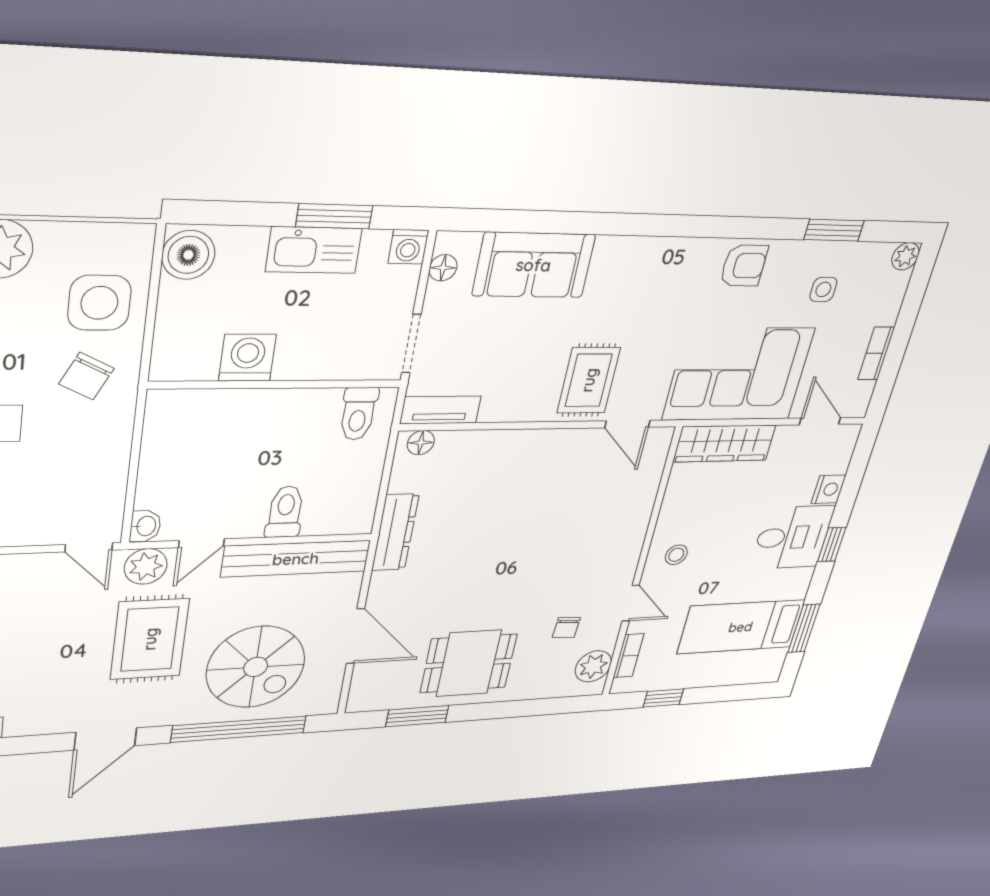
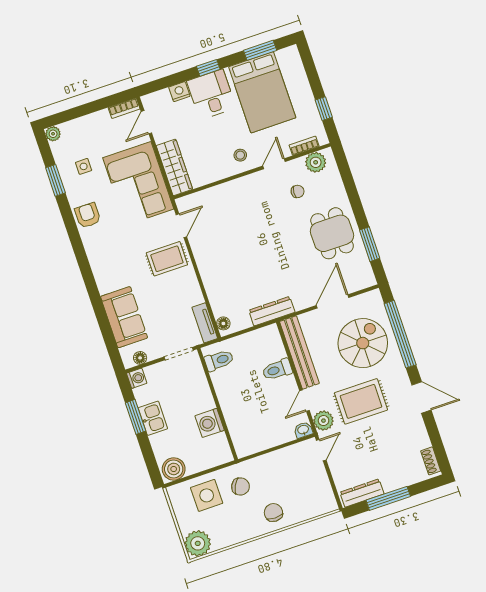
kitchen sink: (314, 250) -> (153, 418), width x0.73
bookcase: (876, 353) -> (124, 108), moved
door: (201, 543) -> (304, 401), swing flipped
bed: (741, 627) -> (262, 92), width x1.50

